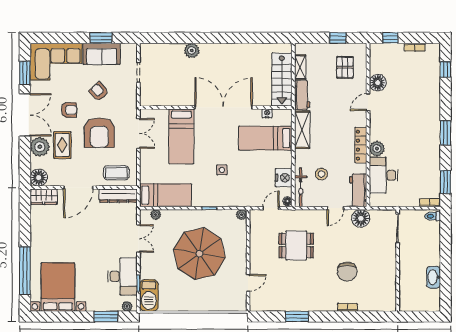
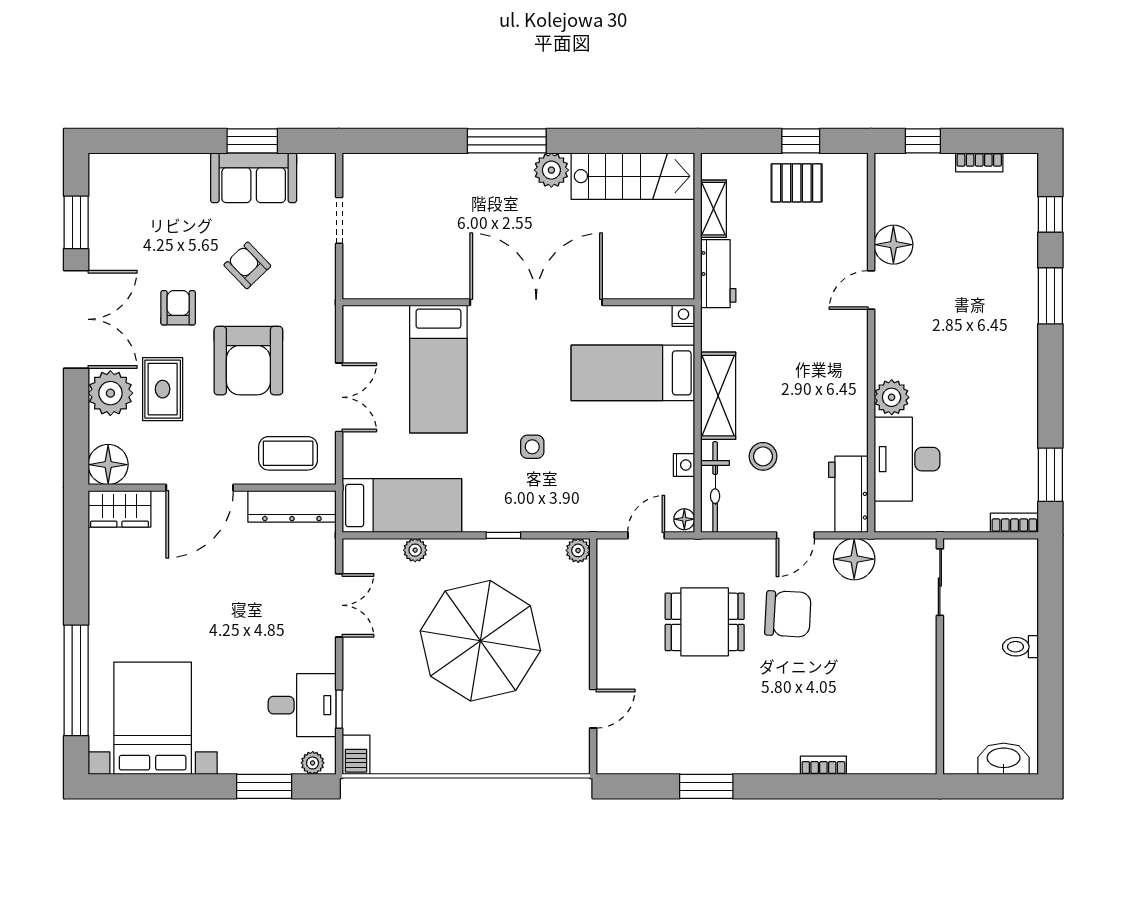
window: (211, 38) -> (507, 141), added
plant: (192, 50) -> (551, 170), moved
corner sofa: (56, 62) -> (148, 196), removed
pallet: (345, 67) -> (797, 183), moved, turned 90
stairs: (282, 80) -> (633, 176), moved, turned -90
armchair: (69, 110) -> (178, 308), turned -90
nightstand: (267, 113) -> (683, 316), moved
shelving: (302, 130) -> (718, 396), moved
double door: (138, 133) -> (339, 397), moved
window: (445, 133) -> (1050, 296), moved
locker: (361, 145) -> (854, 389), removed
nightstand: (284, 178) -> (684, 465), width x0.53, depth x0.56
plant: (156, 215) -> (415, 550), moved
toilet: (433, 216) -> (1020, 647), moved
chair: (347, 272) -> (788, 614), moved, turned -87
desk: (122, 276) -> (302, 705), width x0.73
washbasin: (434, 277) -> (1004, 759), moved, turned 90
barbecue: (149, 295) -> (356, 755), width x0.53, depth x0.65

